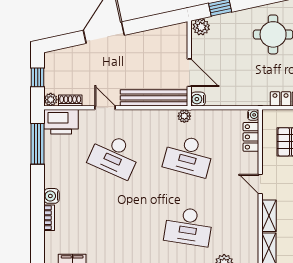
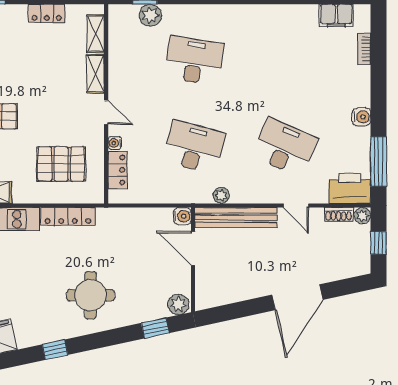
water cooler: (253, 115) -> (115, 143), moved
plant: (184, 116) -> (221, 195), moved
water cooler: (52, 196) -> (361, 117), moved
bookcase: (49, 218) -> (364, 49), moved

